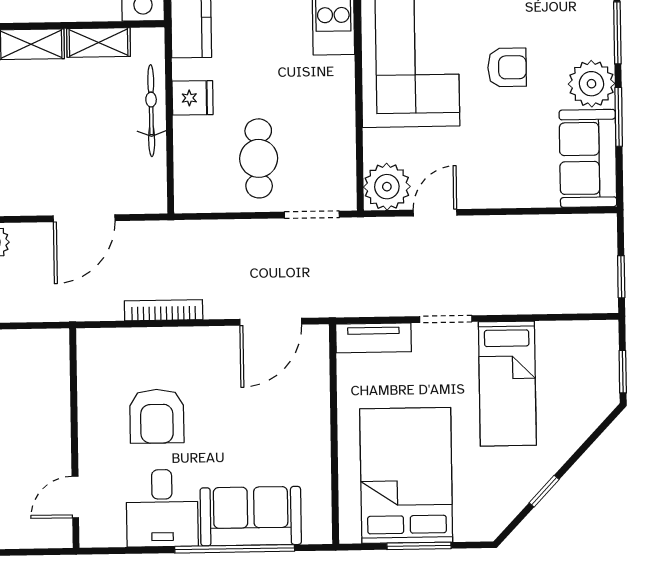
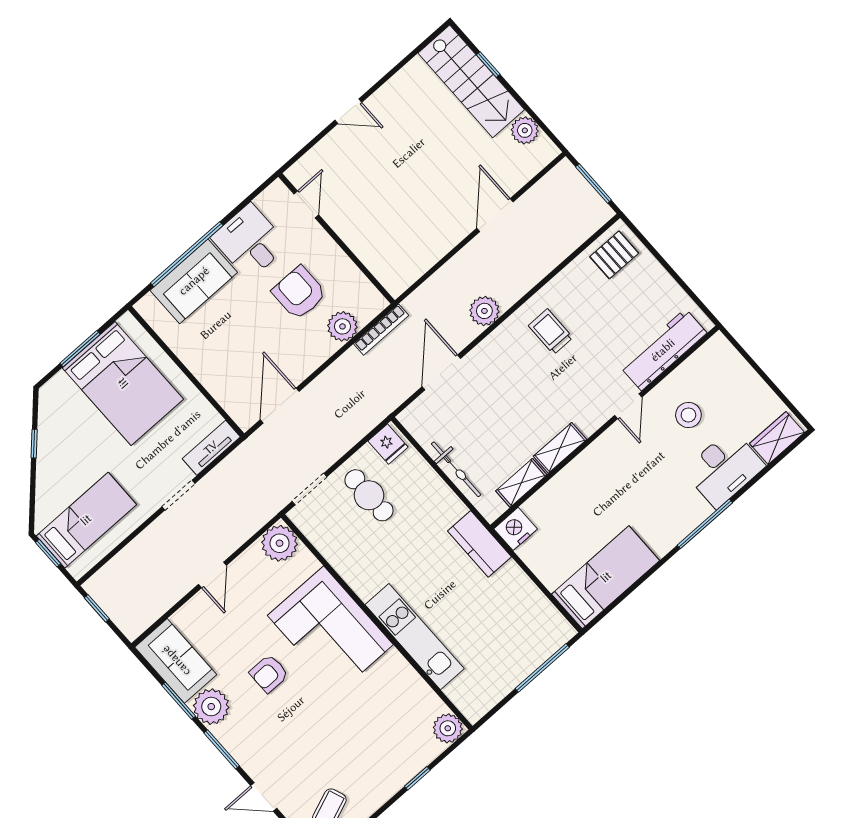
fridge: (193, 98) -> (388, 444), moved, turned -90
door: (435, 213) -> (212, 575), moved
bookcase: (164, 310) -> (381, 330), moved
plant: (142, 347) -> (342, 326), added
bed: (507, 384) -> (86, 520), moved, turned 90

